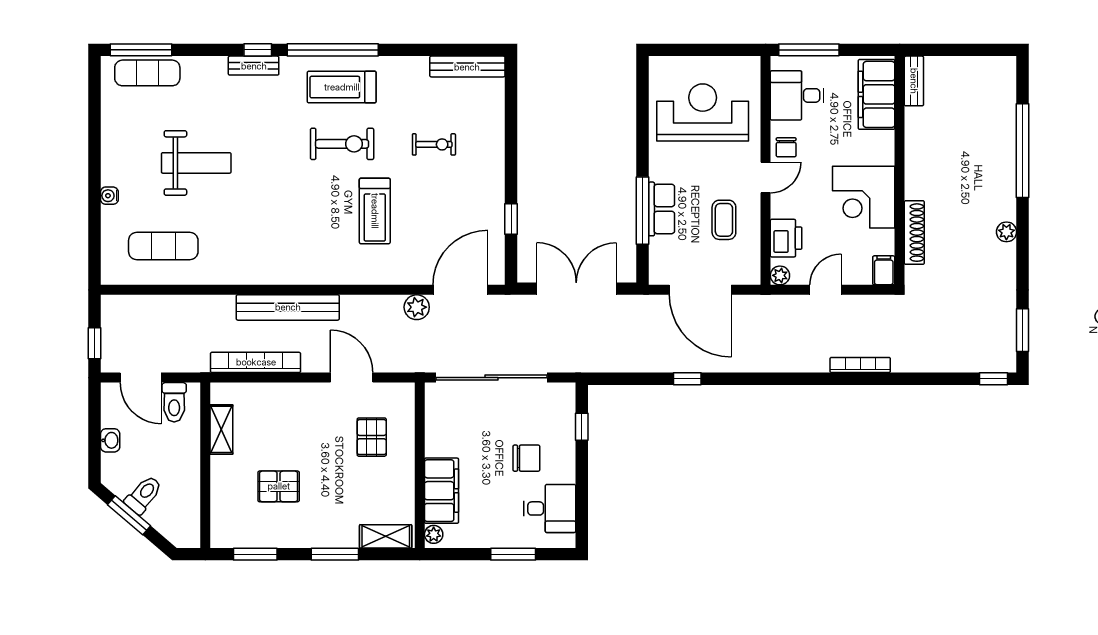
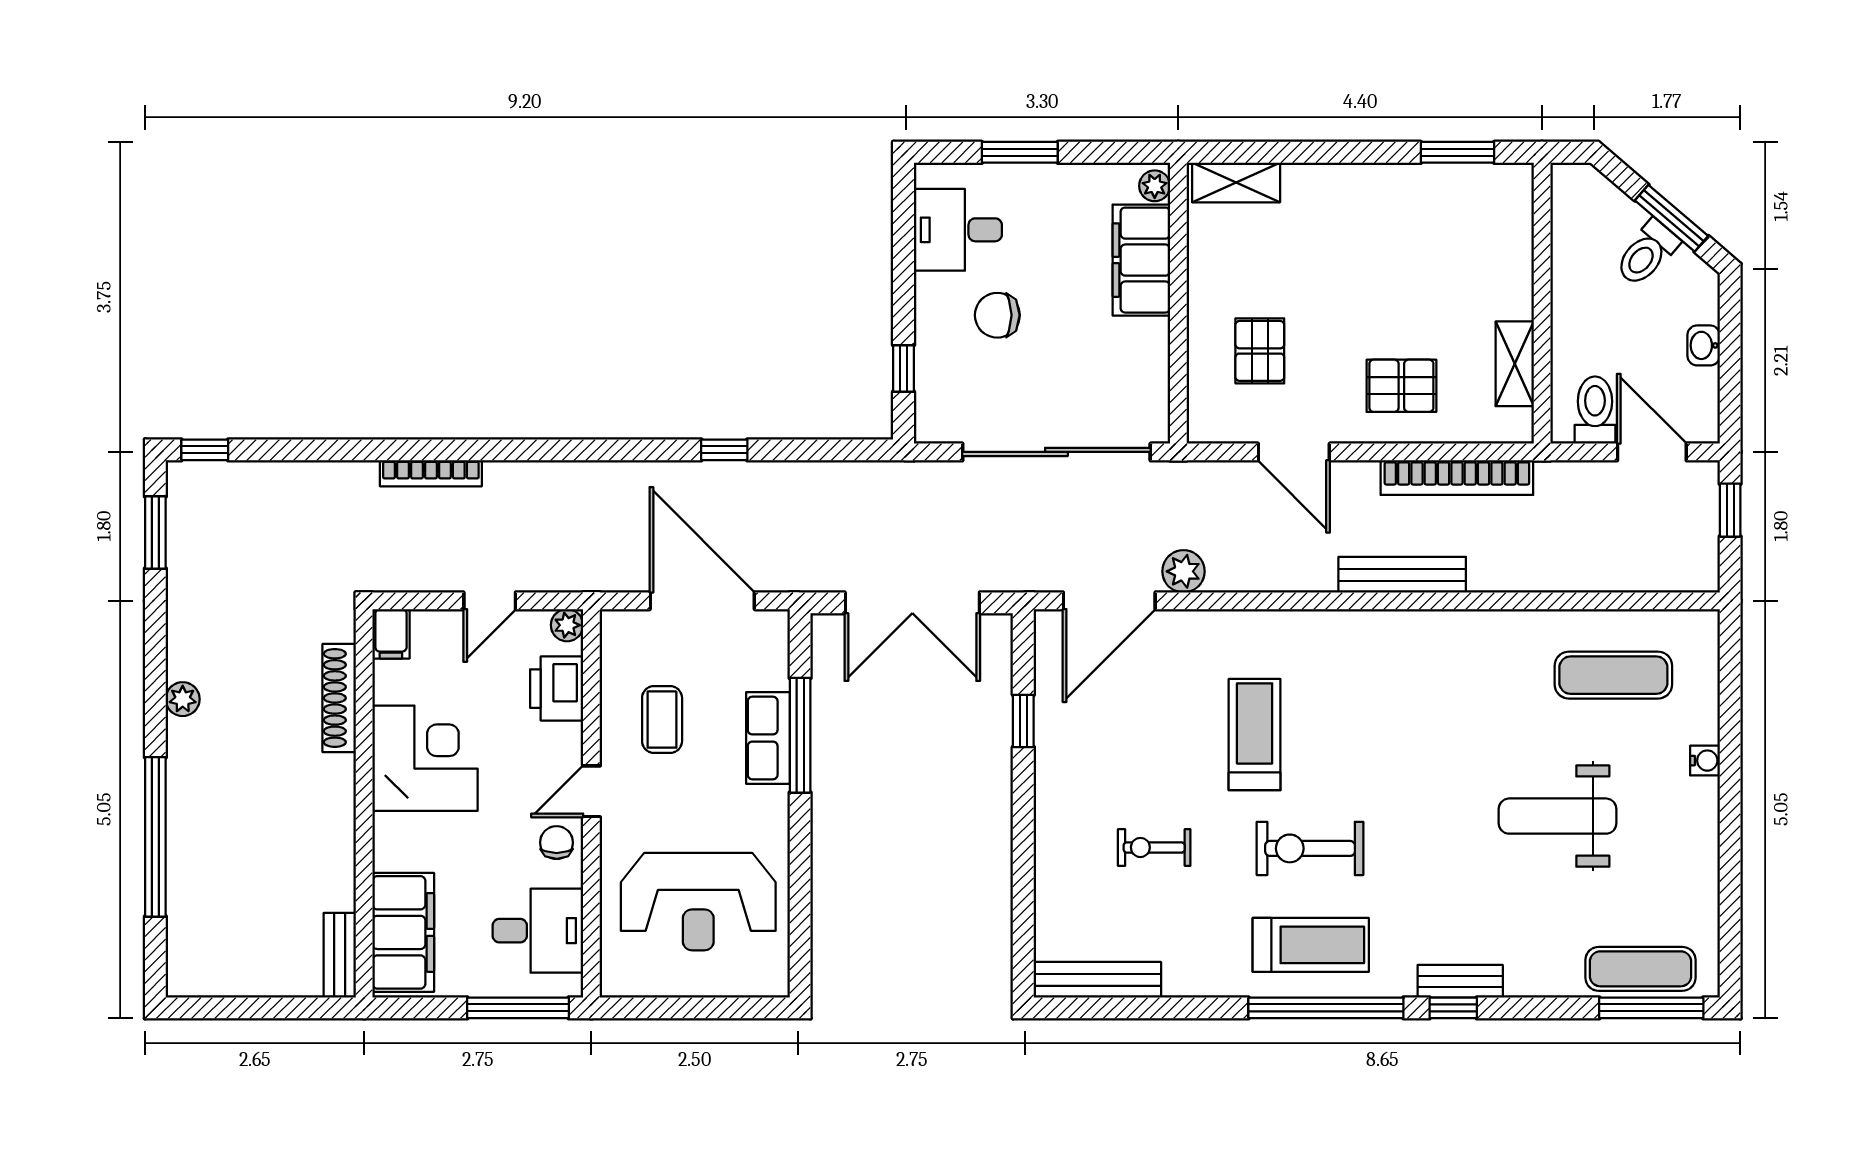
bench: (288, 307) -> (1402, 575), width x0.73, depth x0.82
pallet: (279, 486) -> (1401, 386), moved
window: (335, 554) -> (1322, 152), removed

